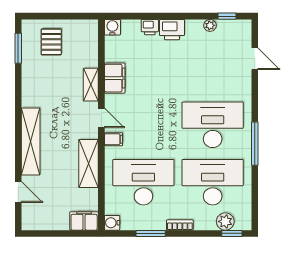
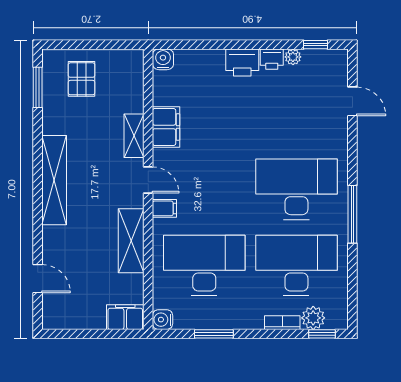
printer: (150, 27) -> (272, 59), moved
shelving: (31, 141) -> (54, 180), moved
bookcase: (180, 225) -> (282, 323), moved

